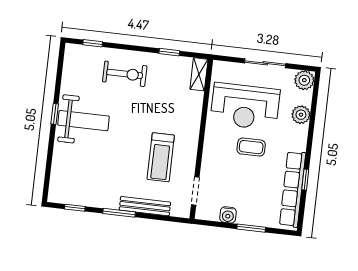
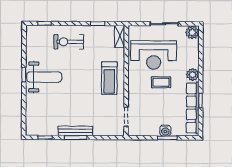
exercise bike: (125, 74) -> (69, 42), turned 180
plant: (301, 115) -> (193, 75), moved
treadmill: (161, 157) -> (109, 78), moved
bench: (145, 206) -> (75, 131), moved
water cooler: (228, 215) -> (165, 131), moved

